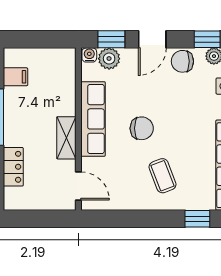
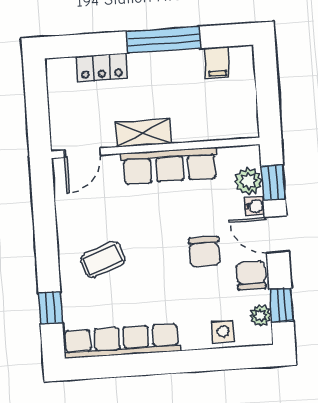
water cooler: (89, 55) -> (255, 206), moved
chair: (142, 128) -> (204, 252), moved

